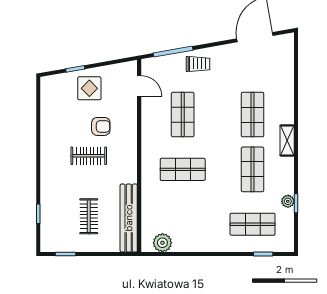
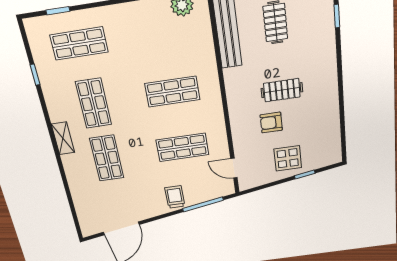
trolley: (198, 64) -> (175, 197), turned 90
shop shelf: (183, 115) -> (182, 147), turned 90
plant: (288, 201) -> (45, 75), removed

